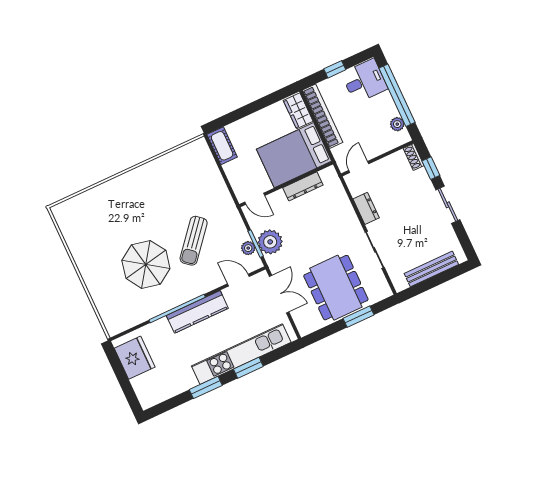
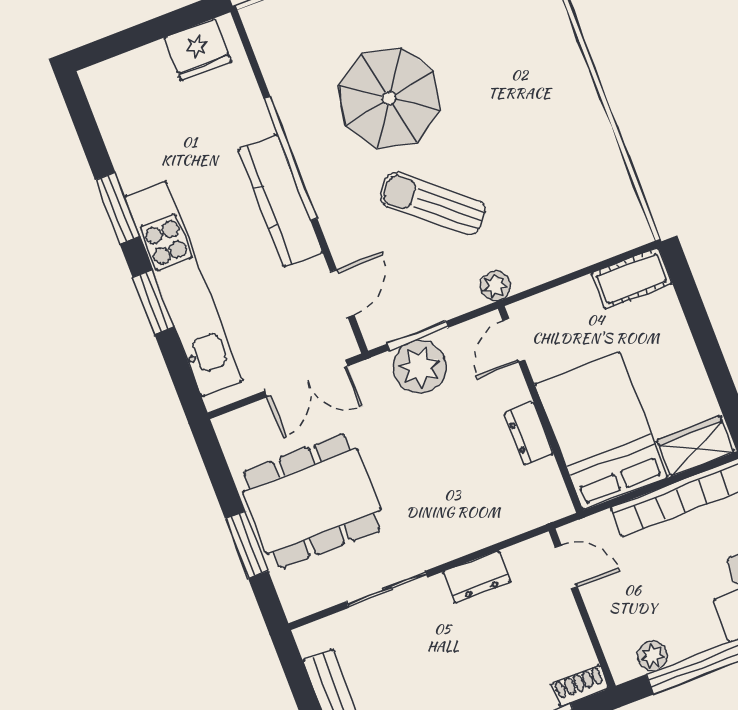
dresser: (303, 186) -> (529, 433), width x0.70
plant: (248, 248) -> (495, 286), moved
fridge: (135, 358) -> (198, 49), width x0.73, depth x0.75

